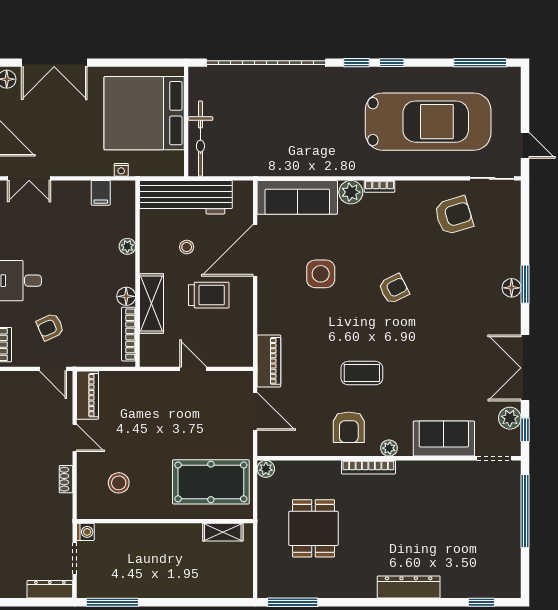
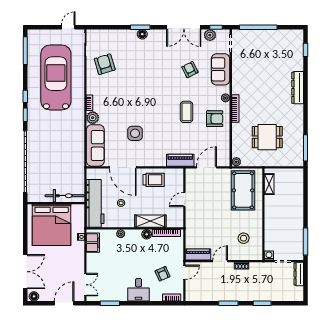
filing cabinet: (101, 193) -> (93, 243), width x2.00
armchair: (394, 289) -> (190, 70), moved
trolley: (209, 295) -> (154, 180), moved, turned 90

